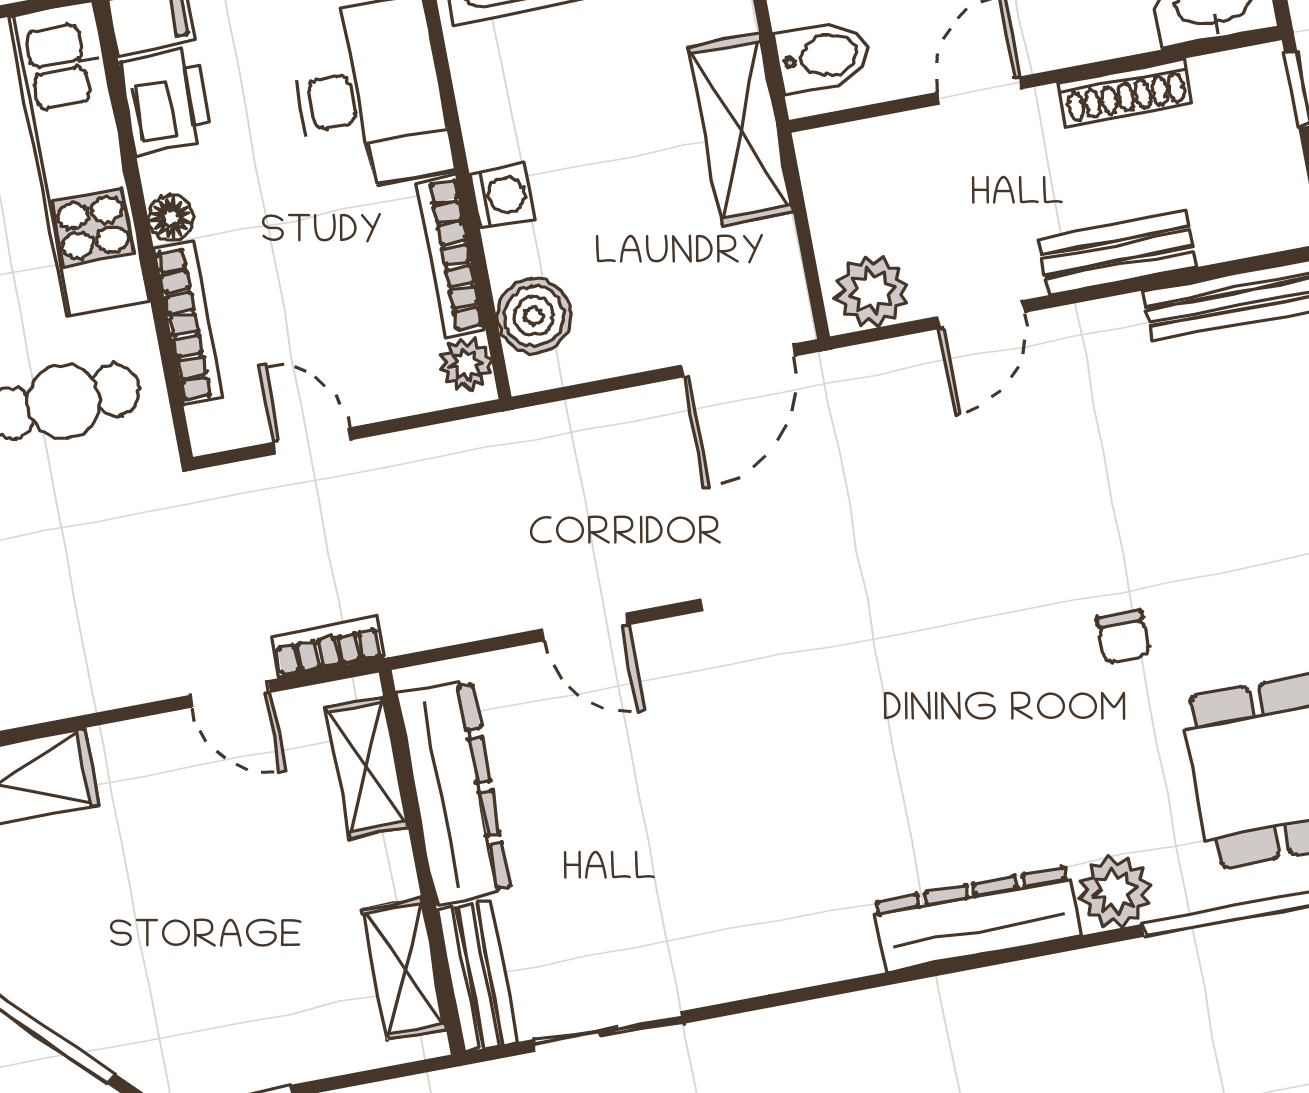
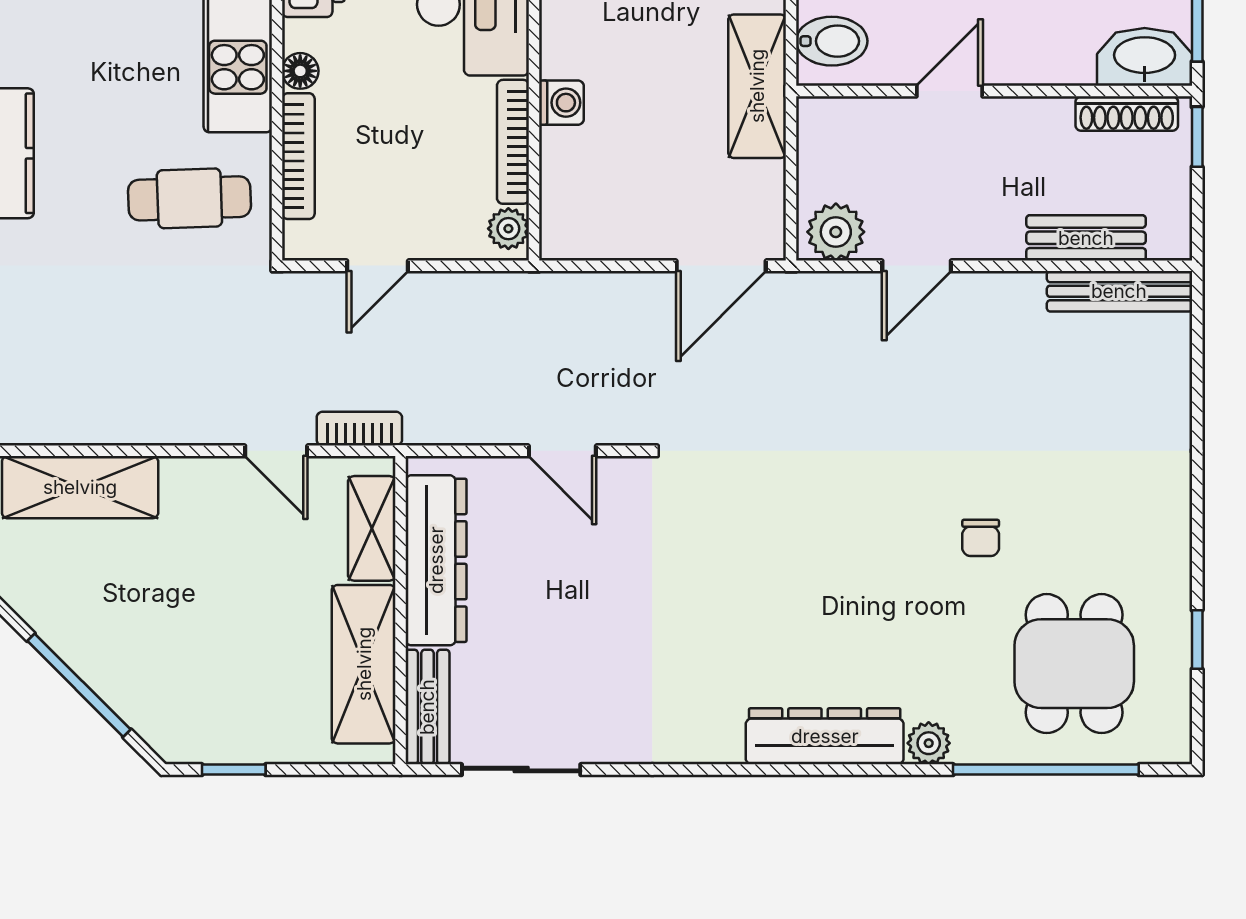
shoe rack: (1125, 92) -> (1127, 114), moved
bench: (1118, 253) -> (1086, 238), moved
boiler: (534, 316) -> (569, 201), removed
door: (312, 441) -> (378, 266), swing flipped
plant: (1115, 892) -> (929, 743), width x0.73, depth x0.73
shelving: (404, 969) -> (364, 664), width x1.50, depth x1.33

